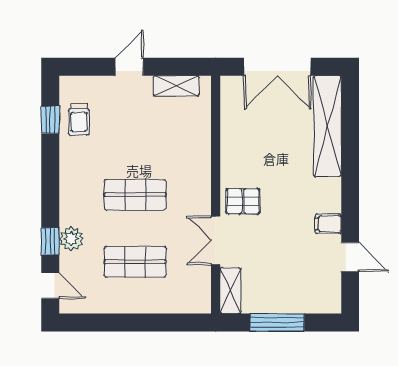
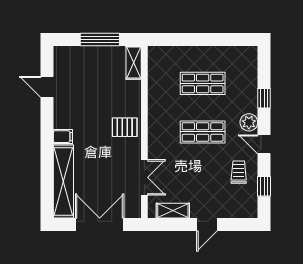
trolley: (79, 120) -> (239, 172), moved
filing cabinet: (328, 224) -> (63, 137), moved
plant: (71, 239) -> (249, 122), moved
double door: (216, 240) -> (144, 177), moved
door: (50, 286) -> (264, 144), moved

